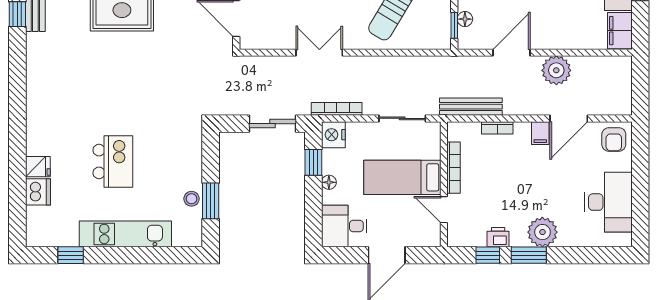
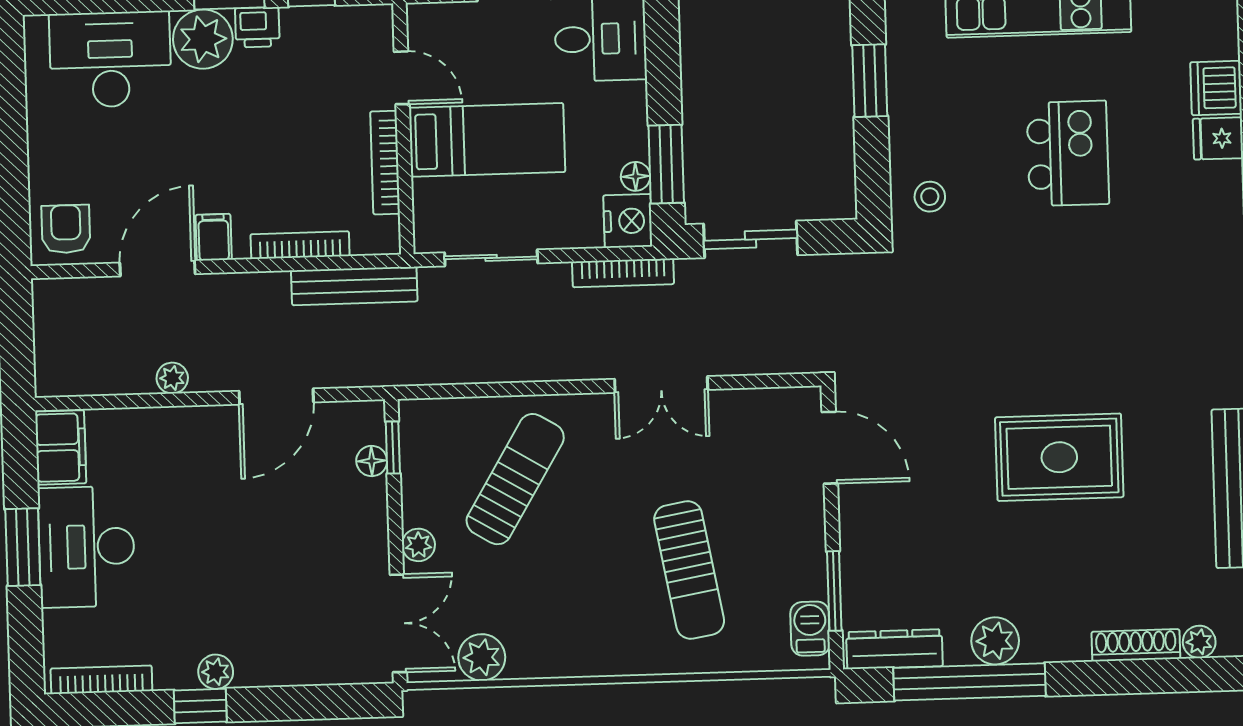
plant: (556, 70) -> (172, 378), width x0.53, depth x0.53
bookcase: (497, 128) -> (300, 245), width x1.56
kitchen island: (113, 162) -> (1068, 153), turned 180
window: (313, 162) -> (666, 164), width x1.50
floor lamp: (329, 182) -> (636, 176), moved
stool: (192, 199) -> (930, 197), moved
desk: (608, 202) -> (110, 59), moved, turned 90
printer: (498, 237) -> (257, 27), moved

